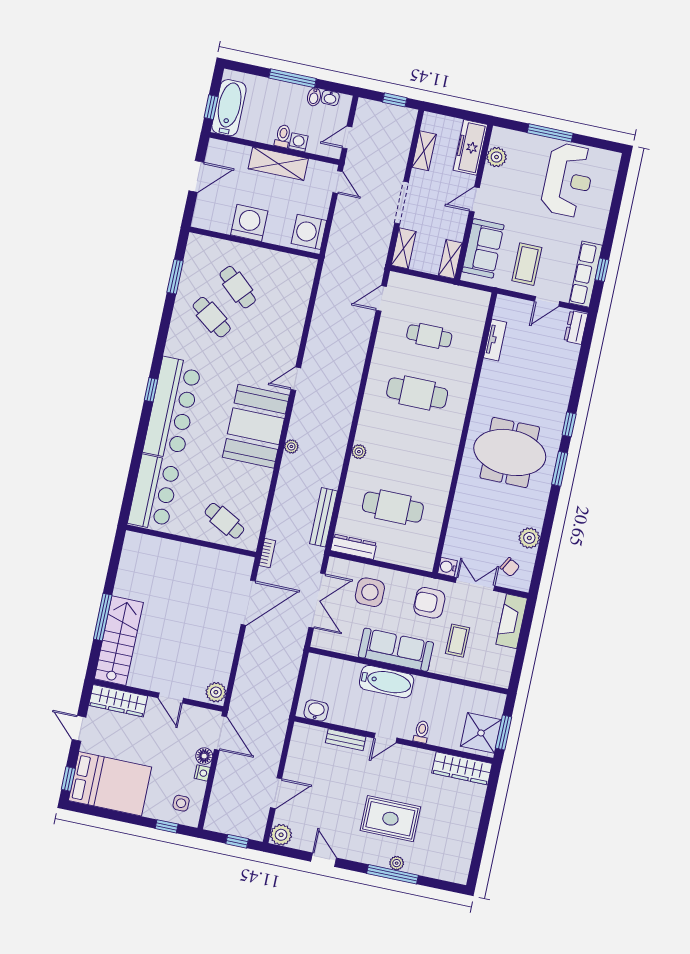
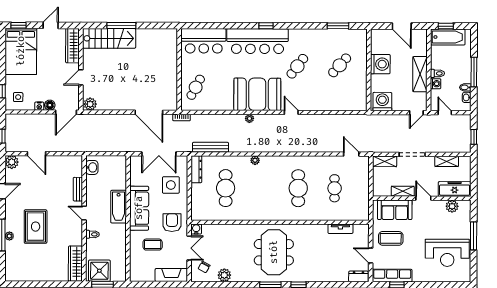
shelving: (450, 259) -> (403, 191), moved
cafe table: (212, 317) -> (297, 66), moved

